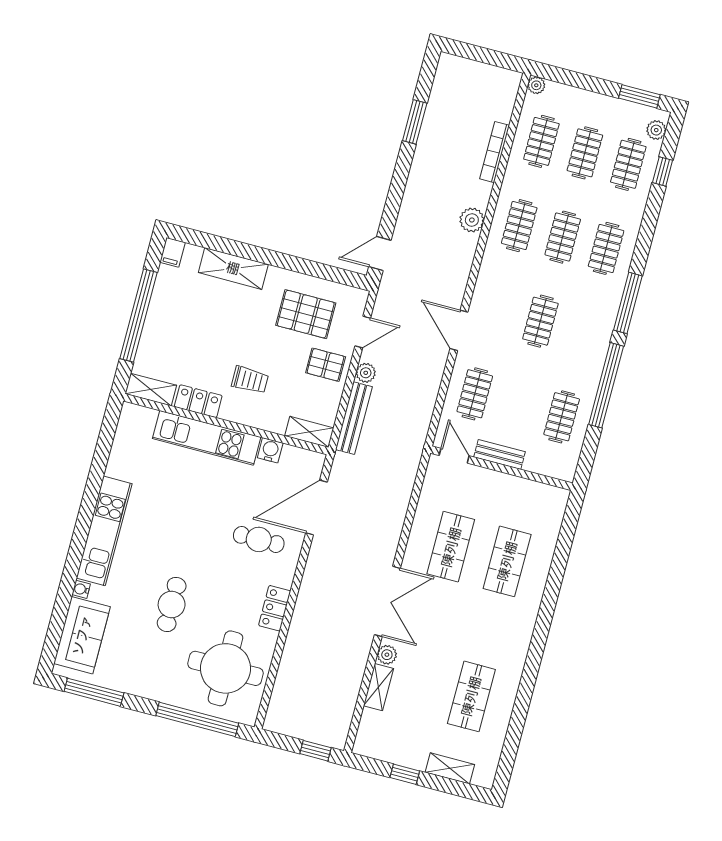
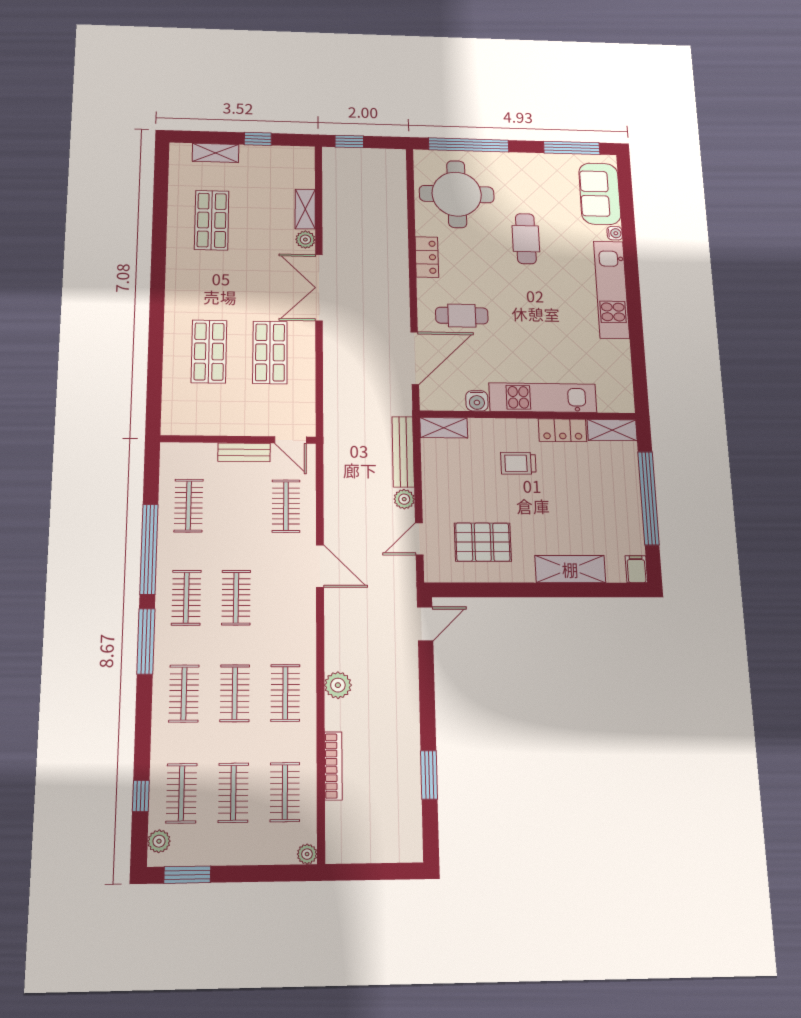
clothes rail: (584, 333) -> (186, 598), added
pallet: (326, 365) -> (447, 497), removed

